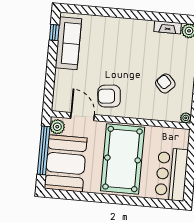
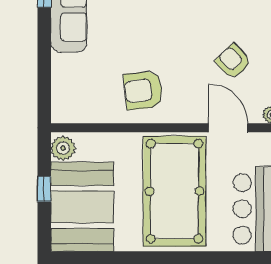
door: (82, 117) -> (228, 128), moved
window: (44, 150) -> (44, 189), width x0.32

